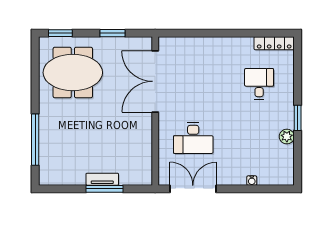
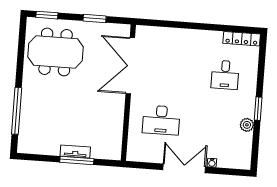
desk: (259, 84) -> (225, 75), turned 180
double door: (193, 189) -> (184, 168), moved

